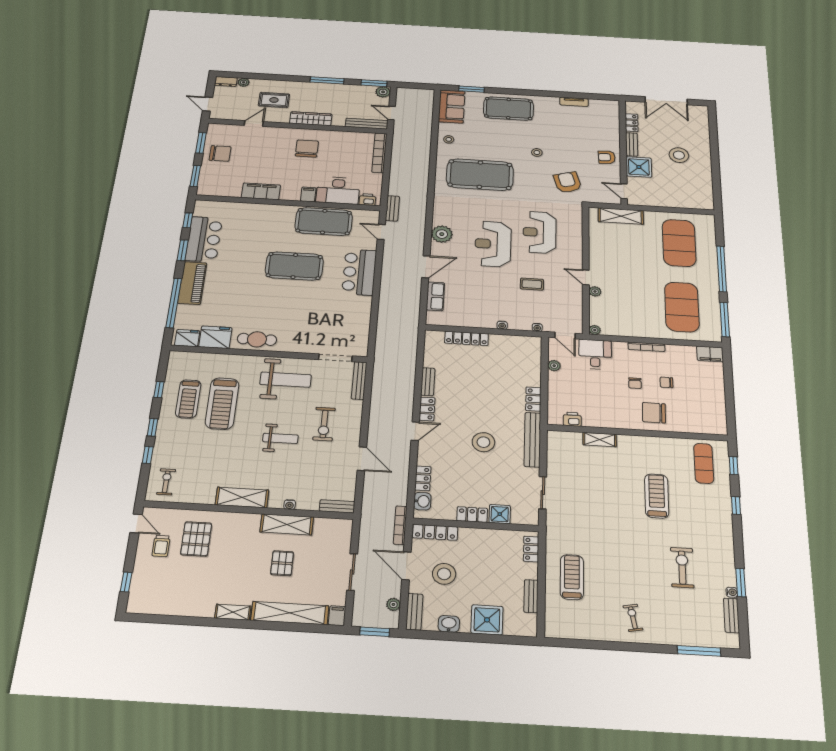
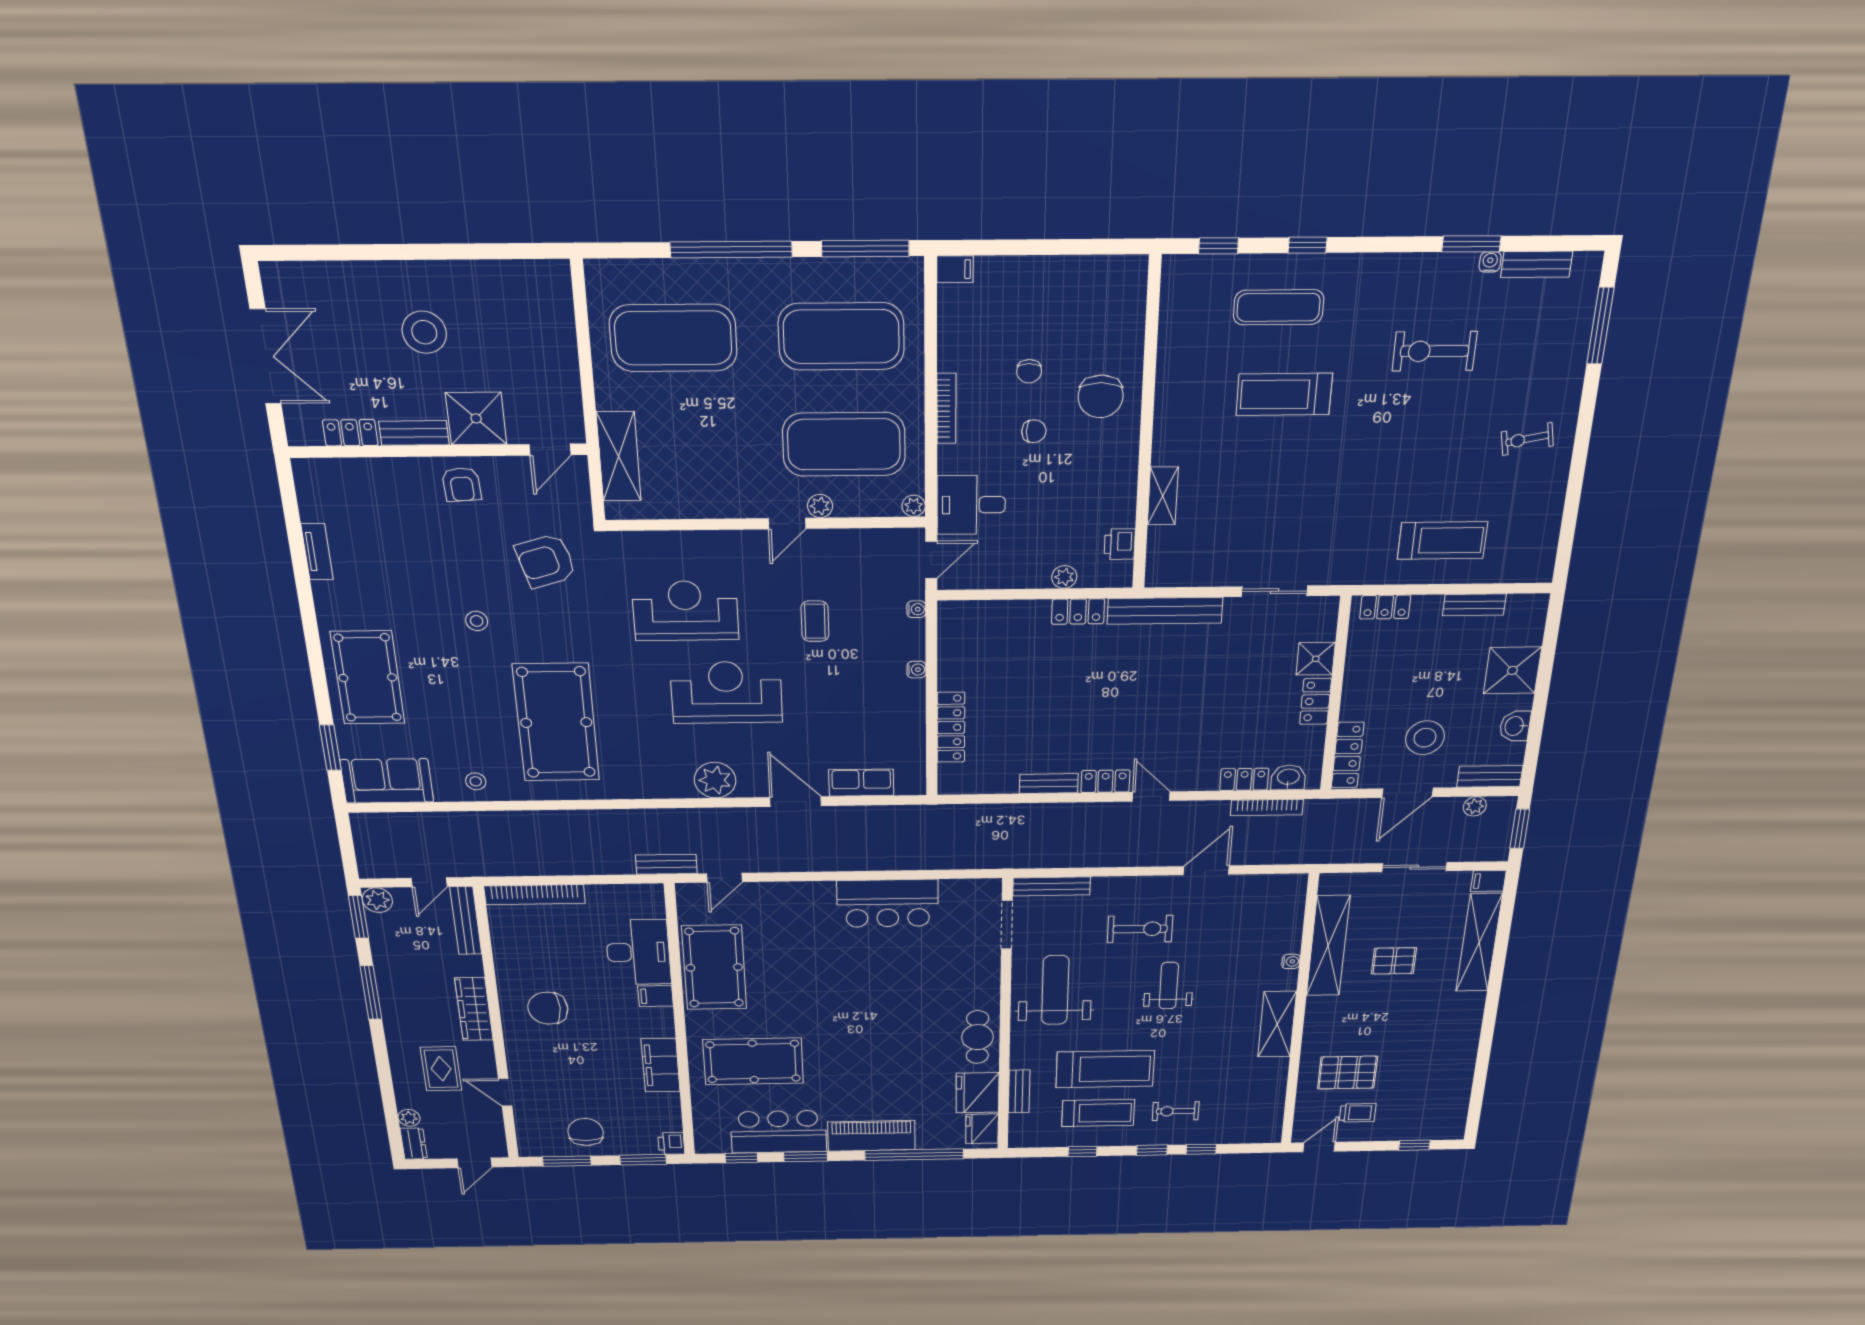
printer: (367, 200) -> (671, 1143), moved
reception desk: (540, 232) -> (685, 611), turned 180
reception desk: (493, 244) -> (726, 693), turned 180
pool table: (294, 266) -> (753, 1061), moved, turned 90
bar counter: (359, 272) -> (888, 903), moved
exercise mat: (627, 304) -> (844, 444), added
filing cabinet: (710, 354) -> (955, 269), width x0.50
plant: (554, 366) -> (1064, 577), moved
stool: (483, 442) -> (1171, 690), removed
exercise mat: (704, 463) -> (1279, 307), moved
exercise bike: (166, 482) -> (1176, 1111), moved
bench: (337, 506) -> (1019, 1091), moved
shelving: (287, 524) -> (1328, 946), width x1.47
bookcase: (400, 525) -> (1267, 808), moved
treadmill: (572, 577) -> (1442, 540), turned 180
shelving: (233, 612) -> (1472, 1014), removed

